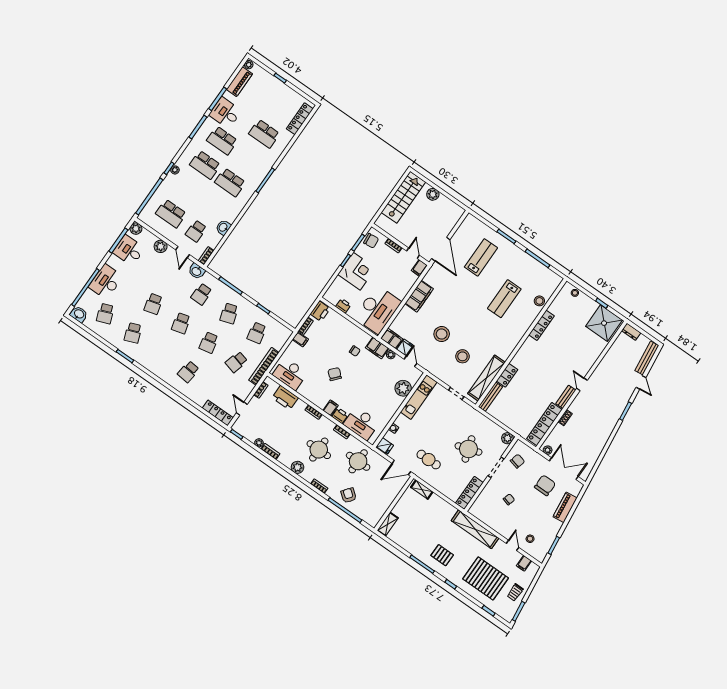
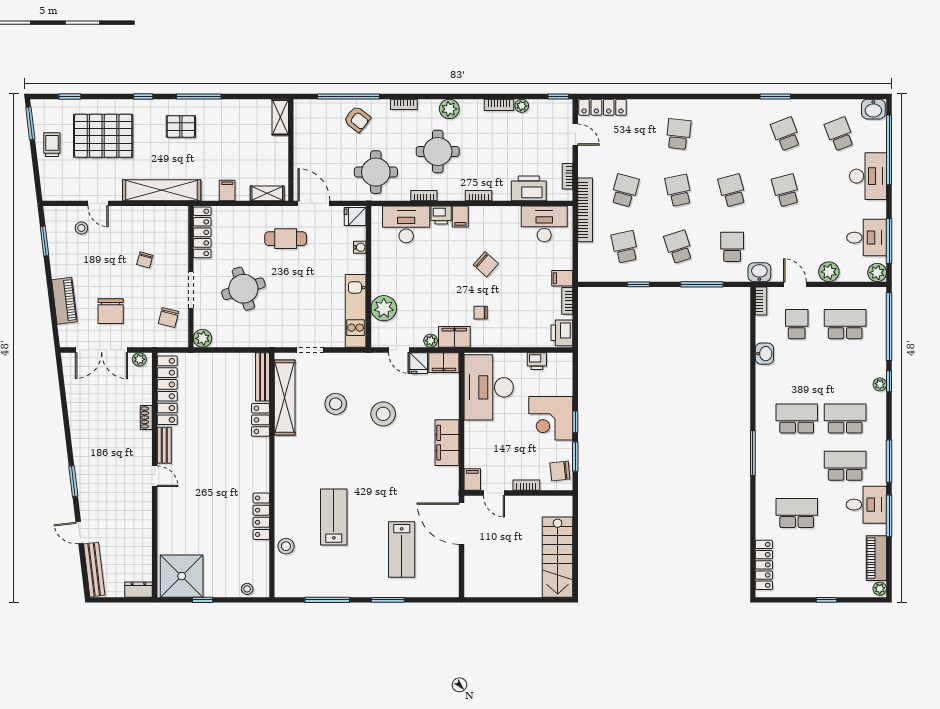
plant: (433, 194) -> (522, 588), removed
door: (401, 468) -> (314, 203), hinge flipped
filing cabinet: (524, 563) -> (227, 191), moved

